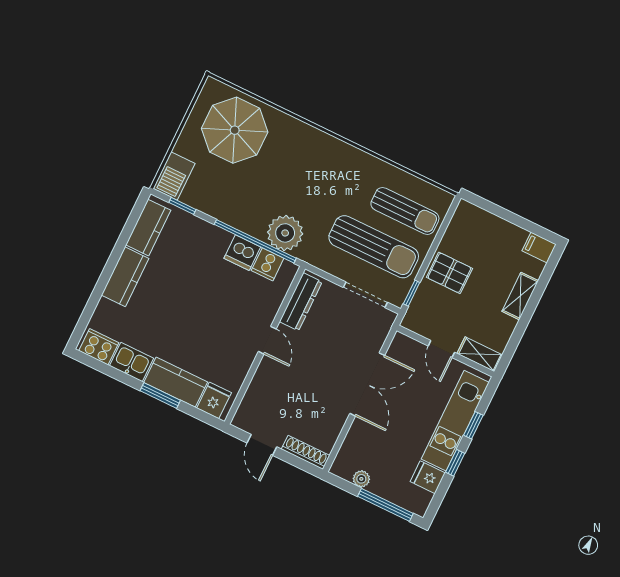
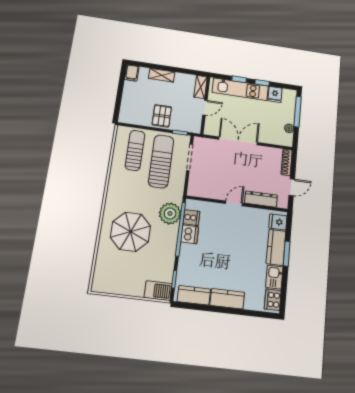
parasol: (235, 130) -> (130, 232), moved
dresser: (301, 302) -> (261, 199), moved

